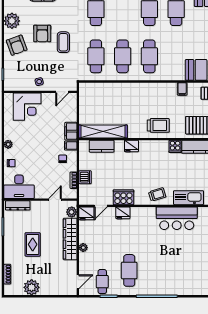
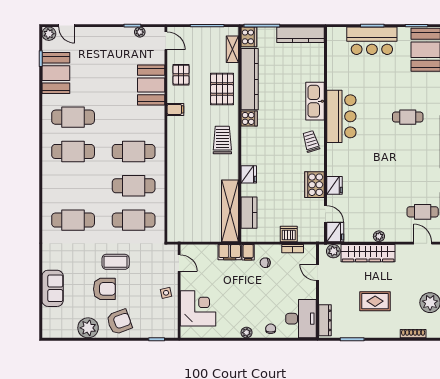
cafe table: (129, 270) -> (408, 117), moved, width x0.73, depth x0.74

